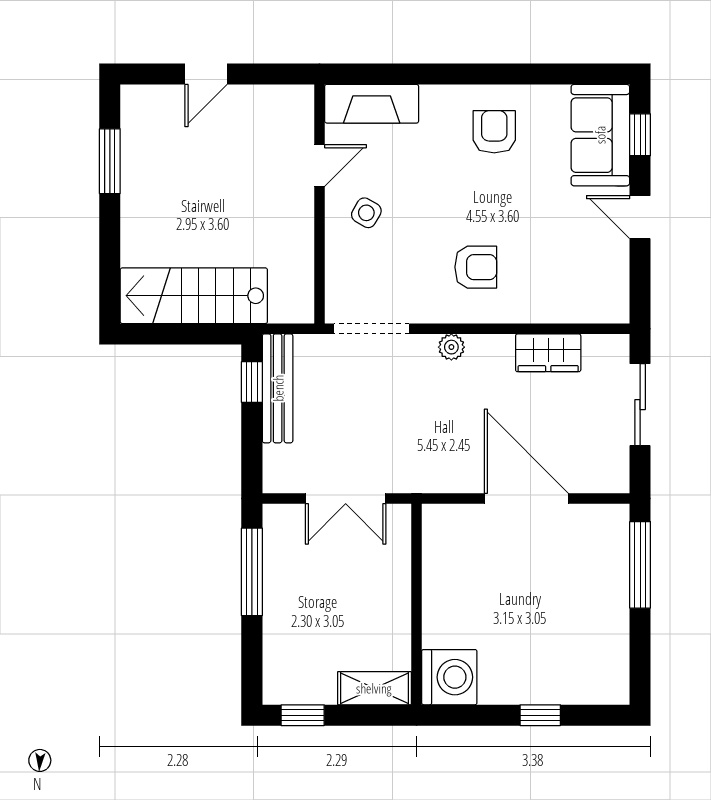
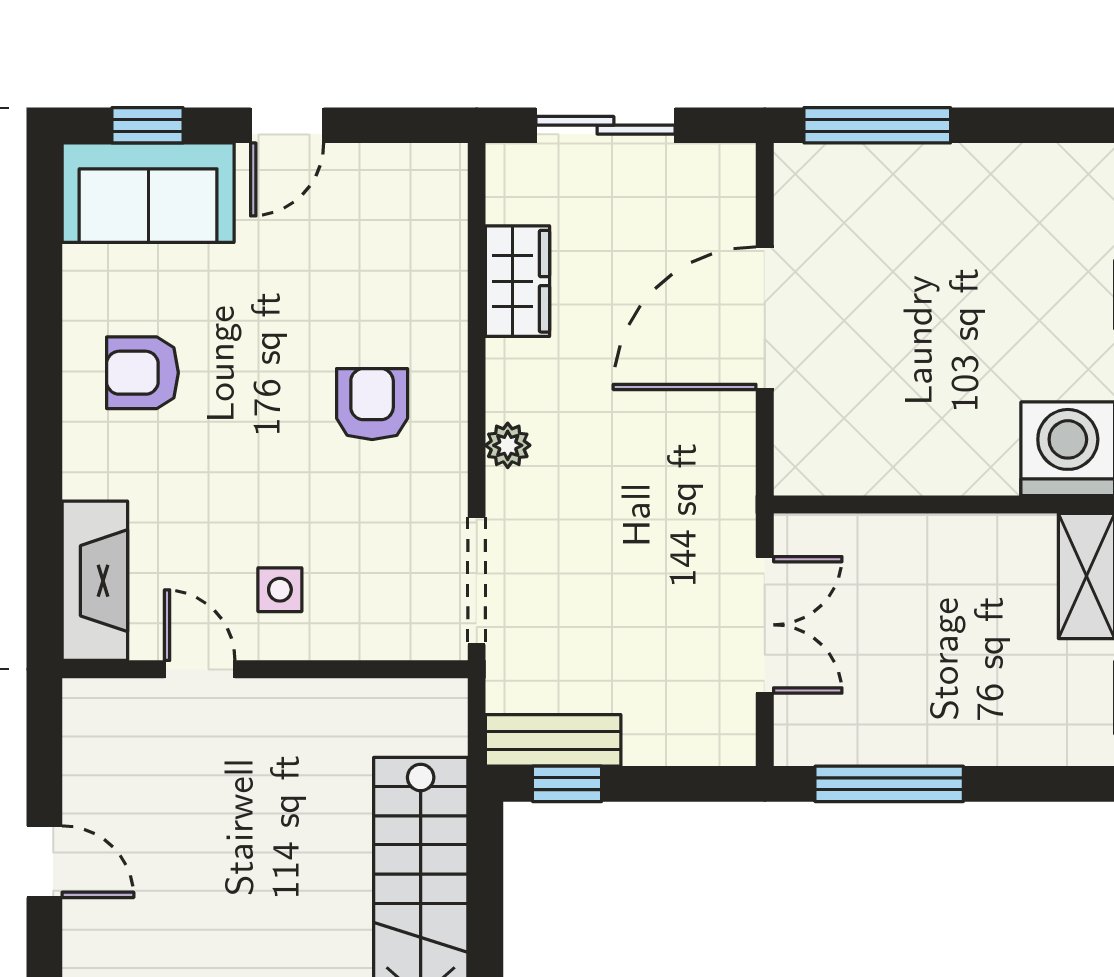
side table: (366, 213) -> (280, 590), turned -30
bench: (278, 388) -> (553, 740), width x0.73

